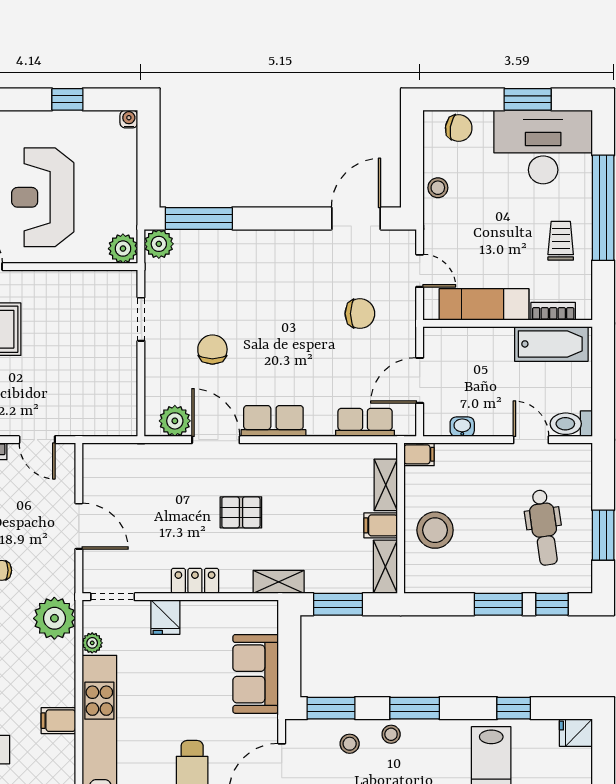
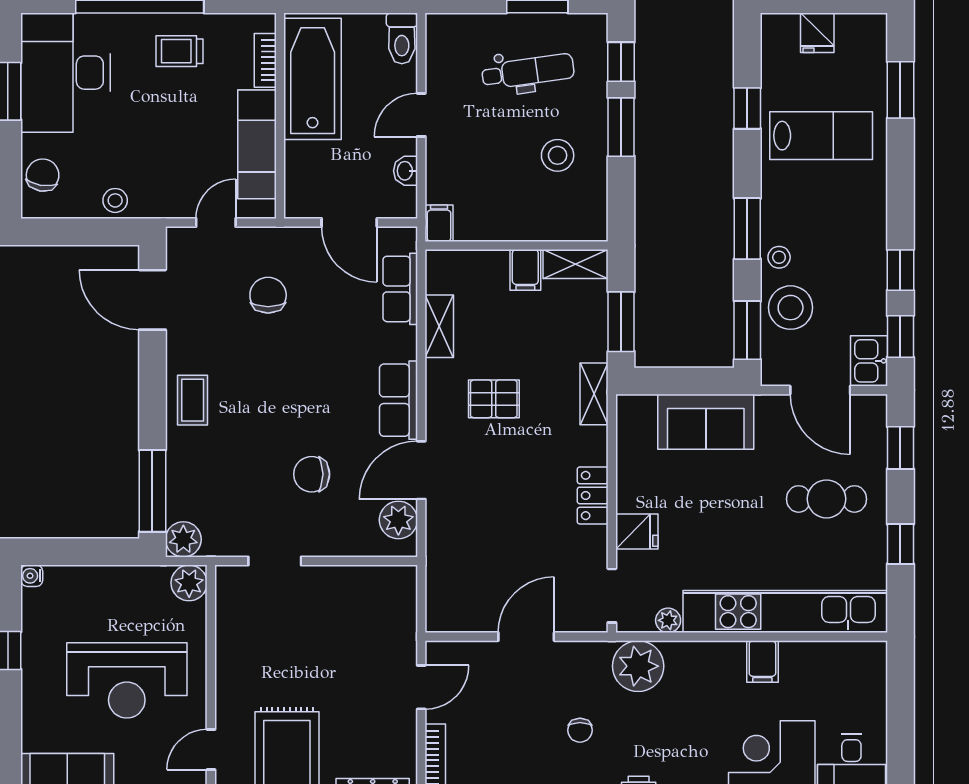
coffee table: (274, 251) -> (193, 400), added
bathtub: (551, 344) -> (313, 79), width x1.36, depth x1.36
door: (531, 440) -> (421, 115), moved
shelving: (386, 485) -> (439, 326), moved, turned 90
pallet: (241, 512) -> (494, 399), moved, turned 90
stool: (435, 530) -> (558, 155), moved, width x0.73, depth x0.73
fridge: (576, 733) -> (817, 33), moved
stool: (350, 744) -> (791, 308), width x1.89, depth x1.89

